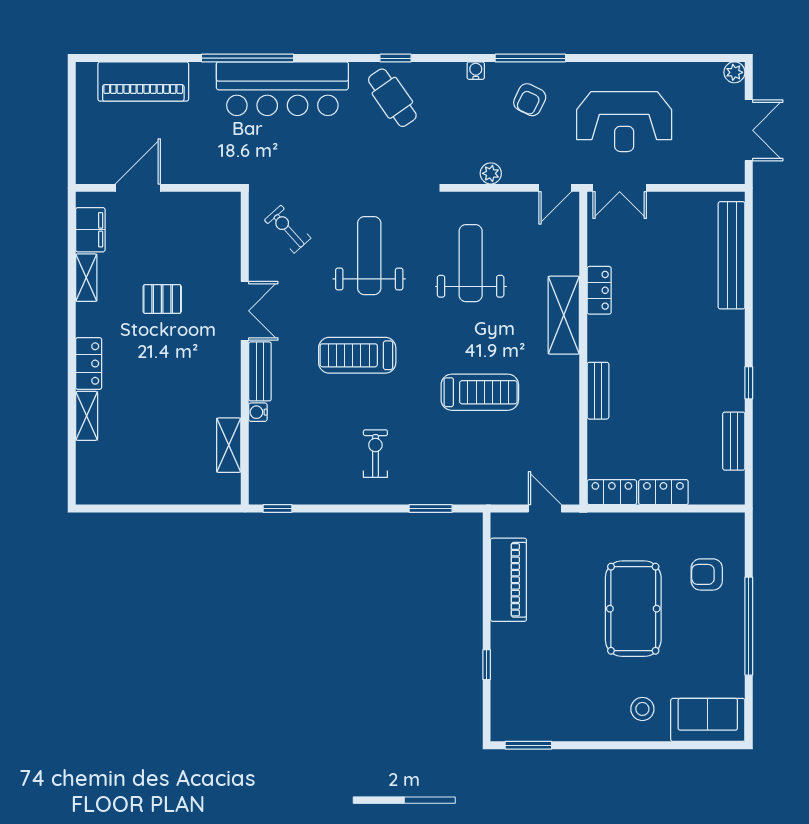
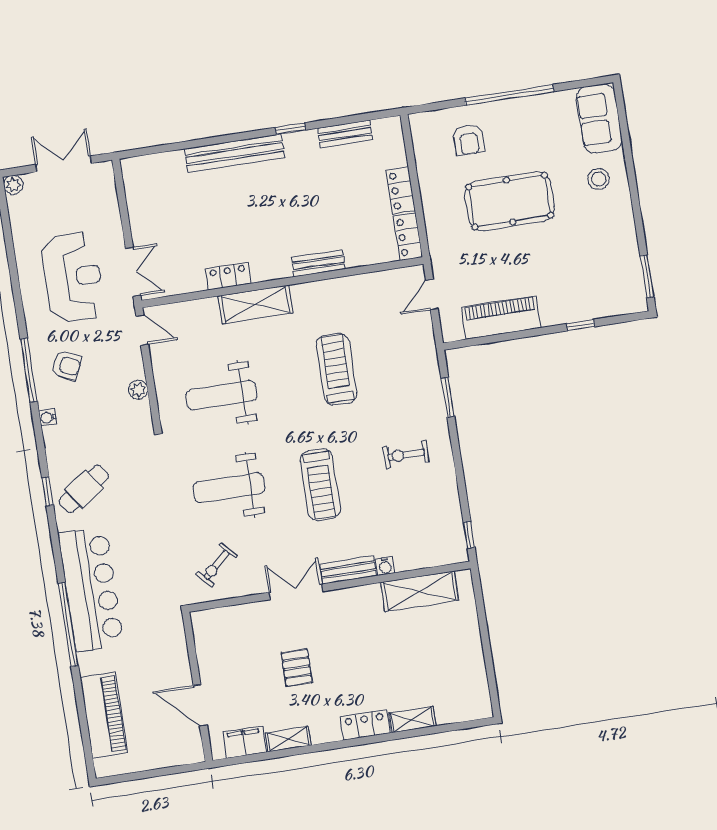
bench: (732, 255) -> (234, 153), moved
shelving: (229, 445) -> (419, 591), width x1.50, depth x1.33

